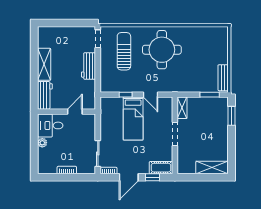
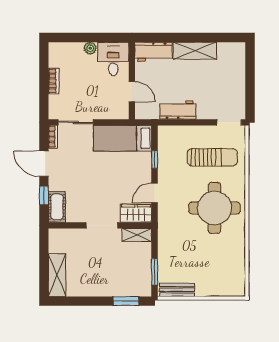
workbench: (89, 66) -> (178, 110), moved
wardrobe: (166, 108) -> (136, 213), added
bed: (133, 118) -> (123, 138), moved

